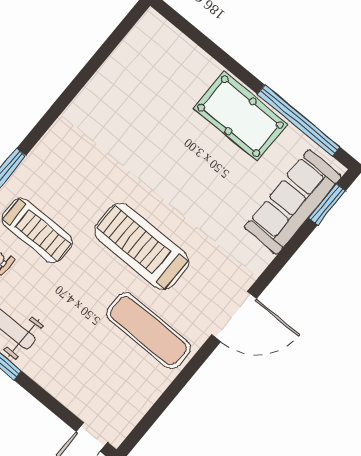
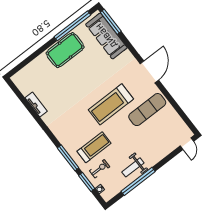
tv unit: (104, 79) -> (36, 105), added
window: (327, 204) -> (111, 22), width x1.44

